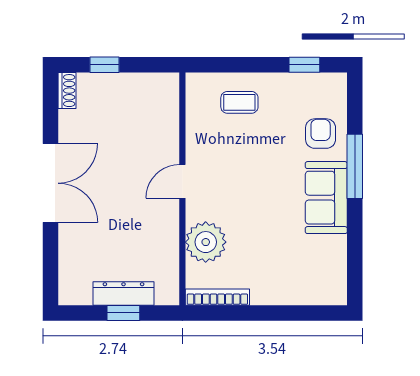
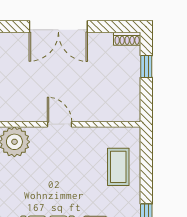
coffee table: (239, 102) -> (118, 167), width x1.36, depth x1.30

